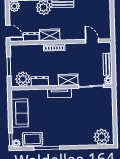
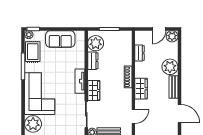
door: (8, 31) -> (159, 29), moved
wardrobe: (50, 35) -> (141, 89), moved
corner sofa: (73, 131) -> (40, 94), added

